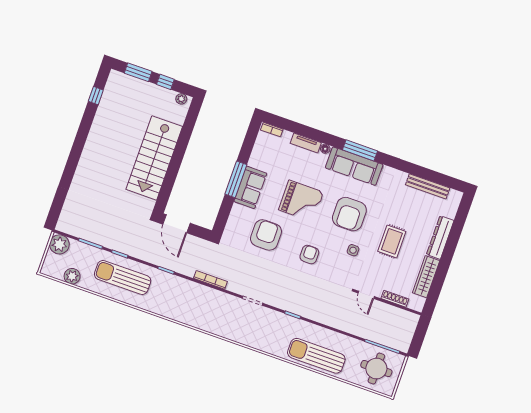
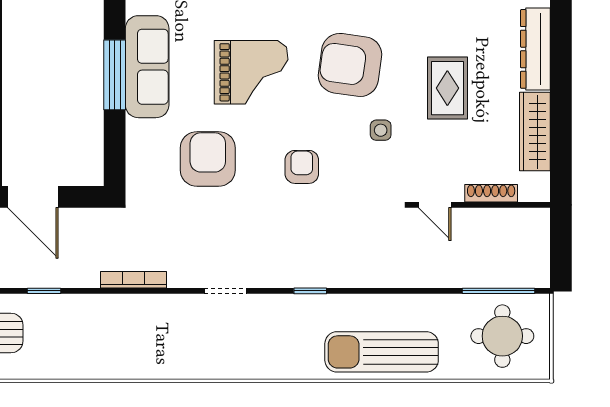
sofa: (250, 187) -> (147, 67), width x1.36
armchair: (349, 214) -> (350, 65), turned 98

